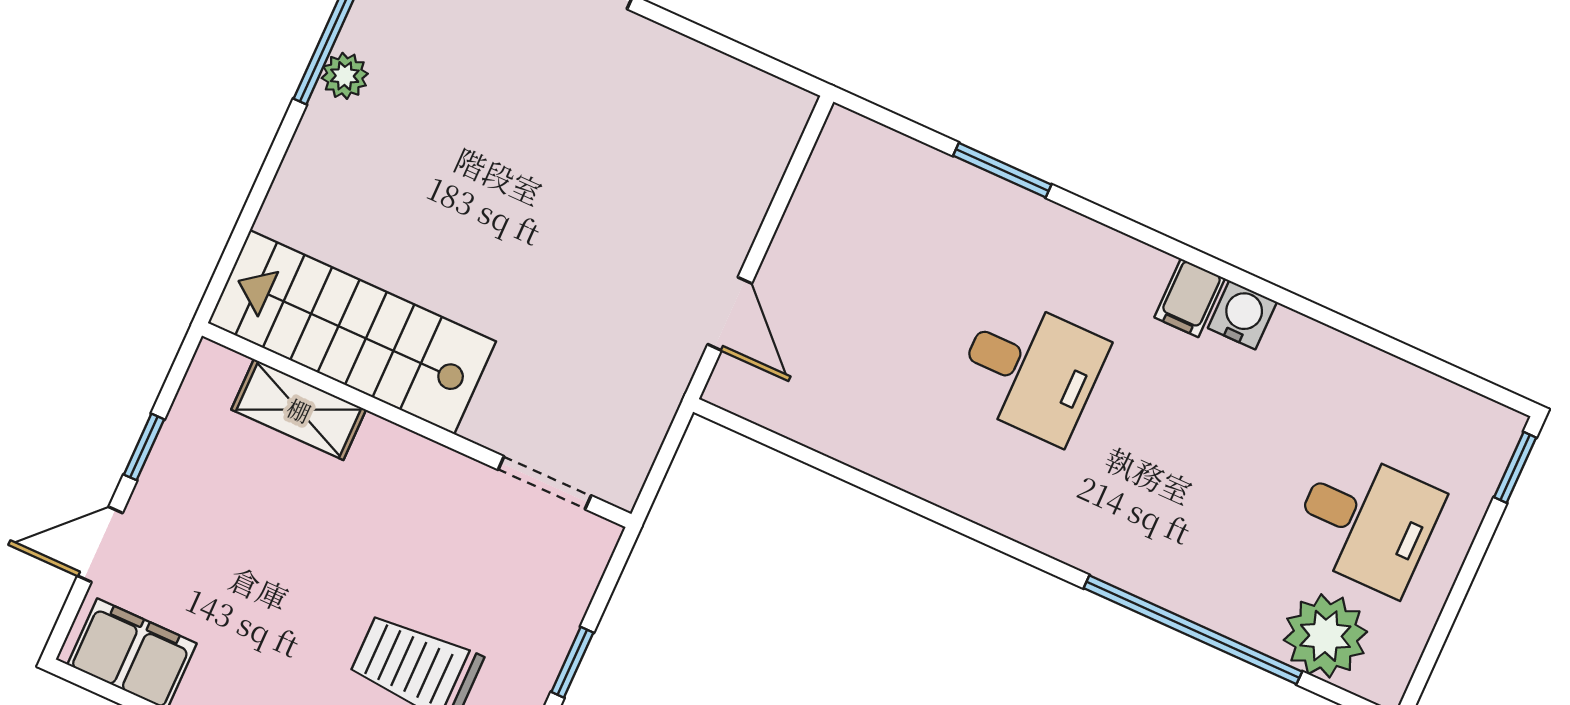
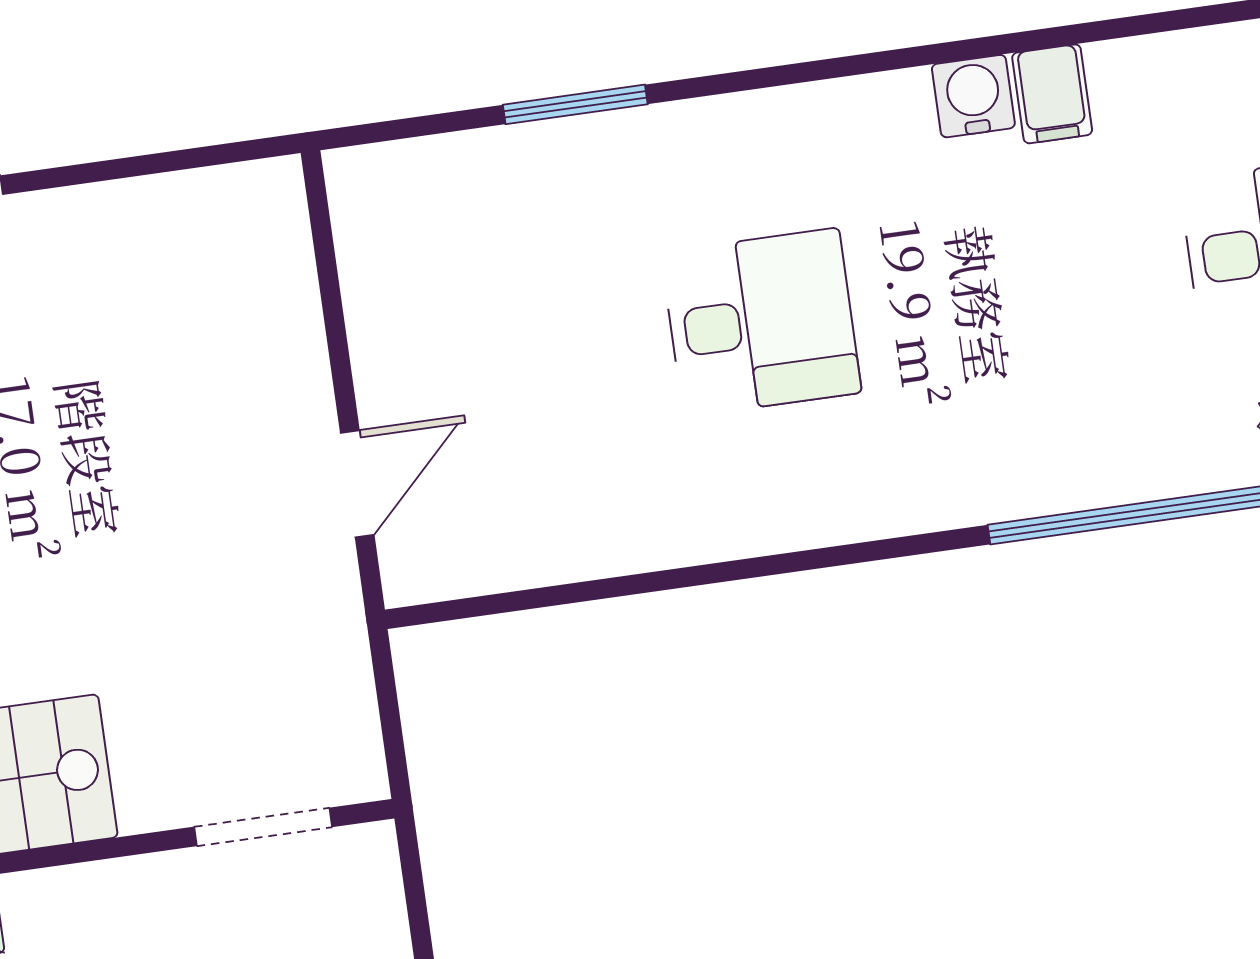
filing cabinet: (1190, 298) -> (1052, 94), moved
door: (730, 314) -> (357, 484), hinge flipped

